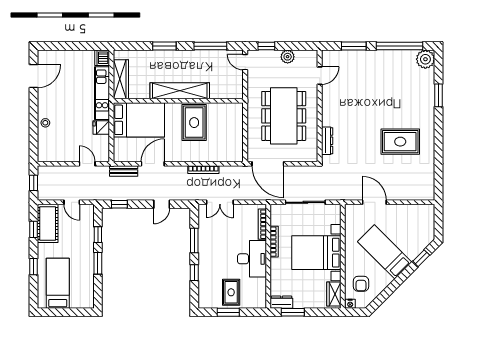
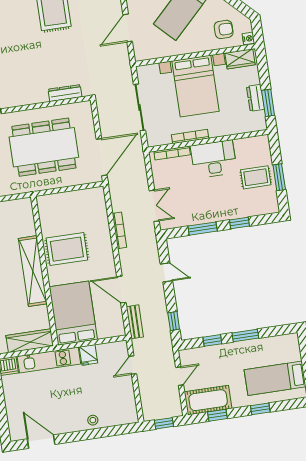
dresser: (282, 302) -> (256, 98), moved

